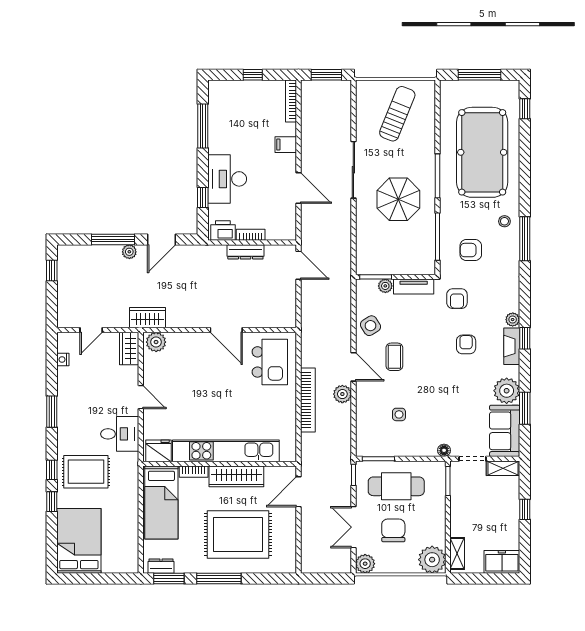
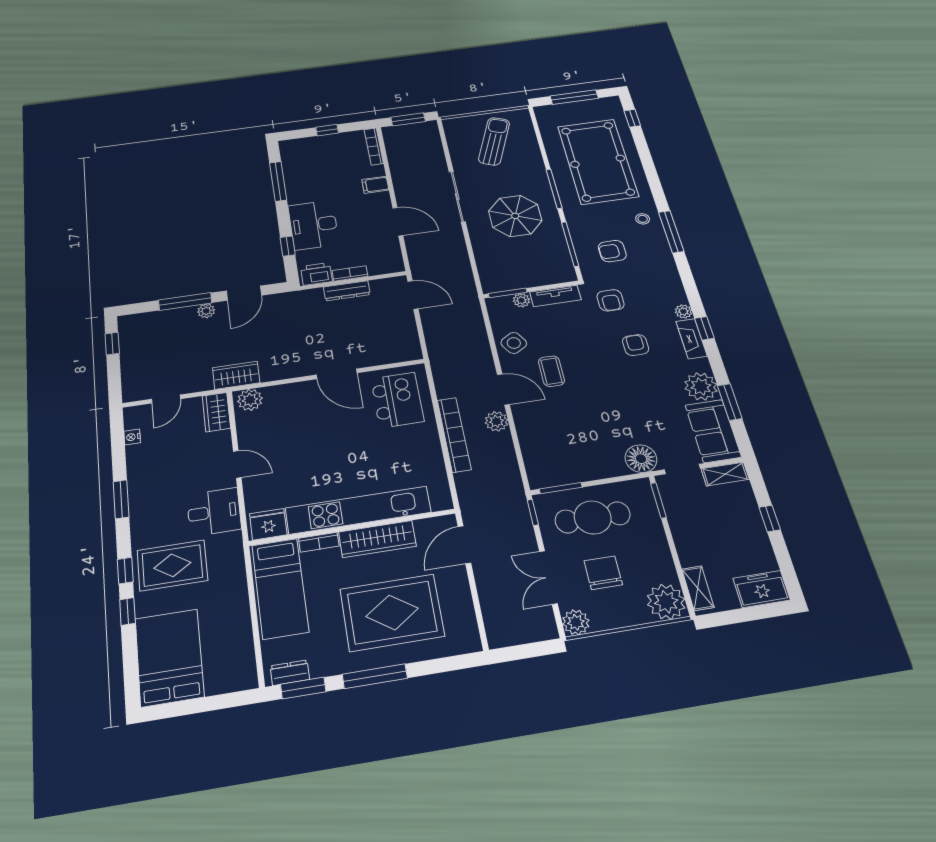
side table: (399, 414) -> (574, 433), removed
floor lamp: (444, 450) -> (641, 459), width x1.89, depth x1.89

